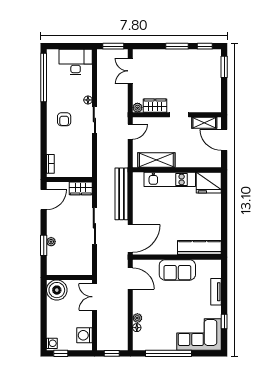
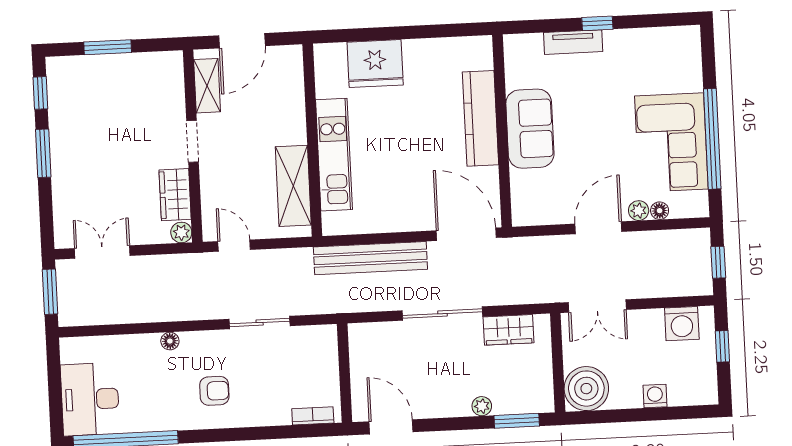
desk: (76, 62) -> (90, 399), moved
window: (224, 67) -> (108, 47), moved
double door: (130, 71) -> (102, 252), swing flipped
sliding door: (94, 120) -> (260, 323), moved
fridge: (209, 183) -> (375, 64), moved, turned 90
wardrobe: (81, 188) -> (509, 330), moved, turned 90
window: (44, 245) -> (517, 421), moved
kitchen counter: (199, 248) -> (480, 118), moved
door: (130, 278) -> (598, 228), moved
window: (224, 321) -> (597, 23), moved
corner sofa: (199, 335) -> (671, 143), moved
washing machine: (52, 343) -> (655, 396), moved
window: (61, 353) -> (722, 346), moved

